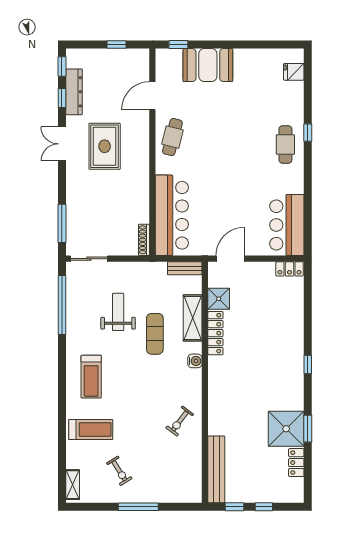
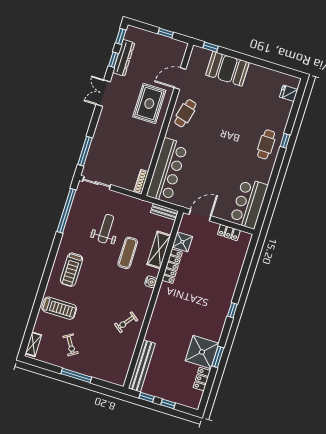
rug: (105, 146) -> (149, 104), moved
locker: (290, 269) -> (229, 232), moved

